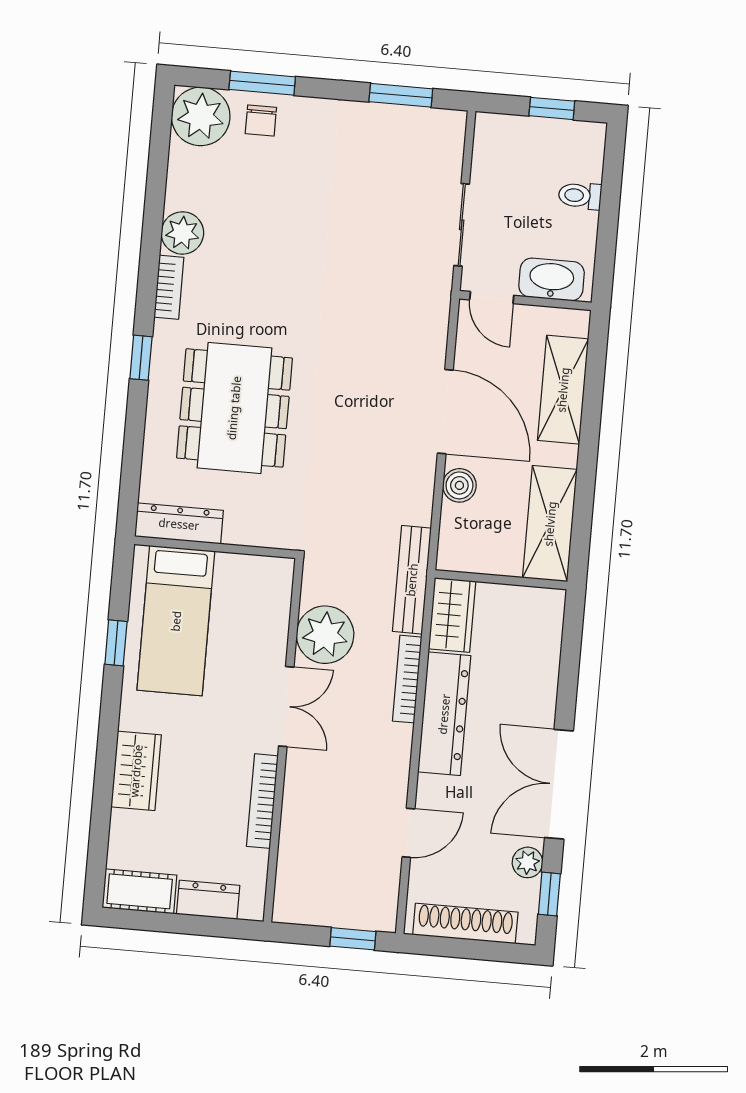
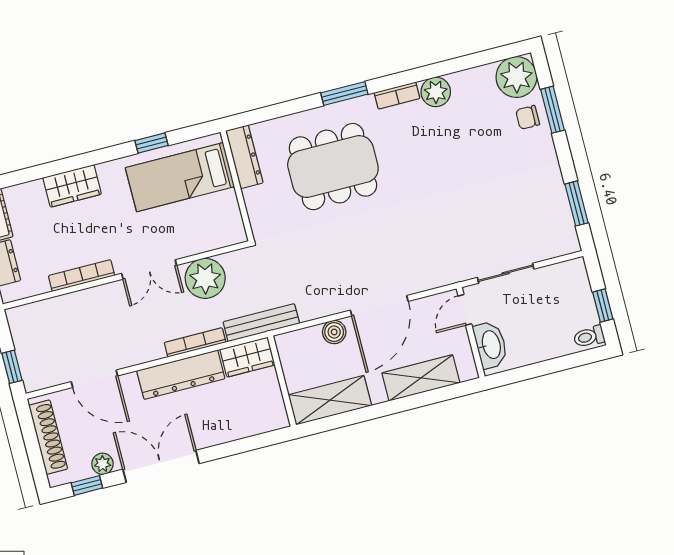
toilet: (580, 196) -> (589, 337), moved, turned -90
window: (141, 358) -> (344, 94), width x1.50
door: (408, 833) -> (94, 379), width x1.38

